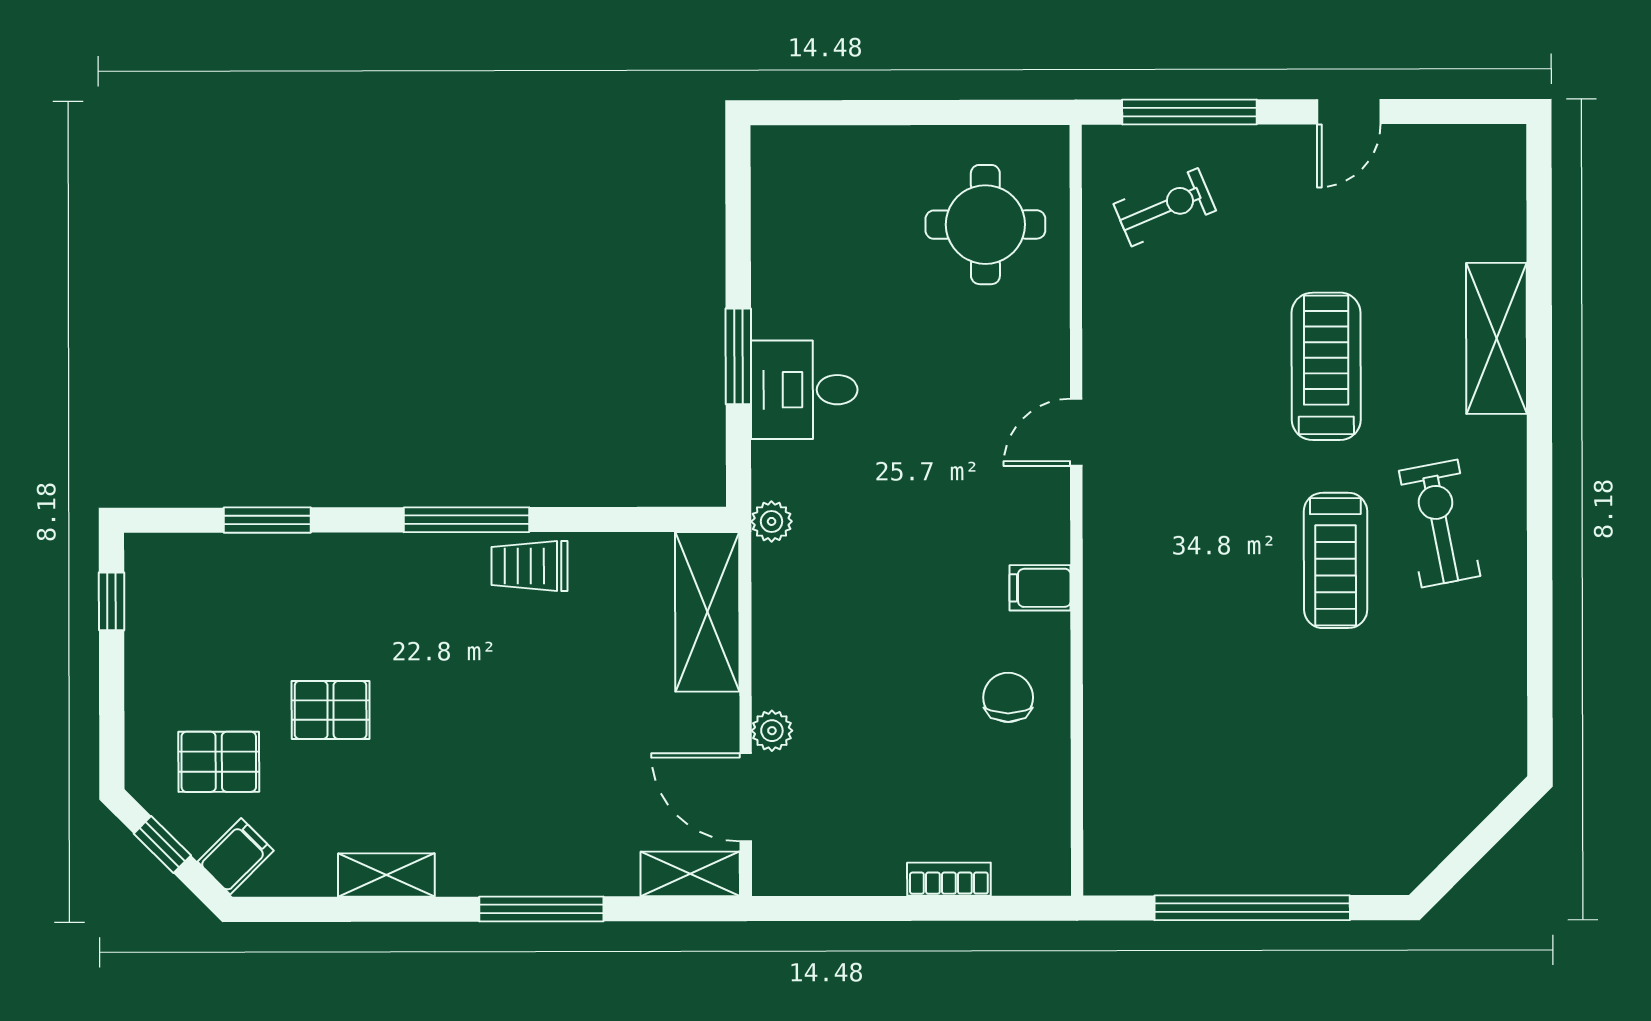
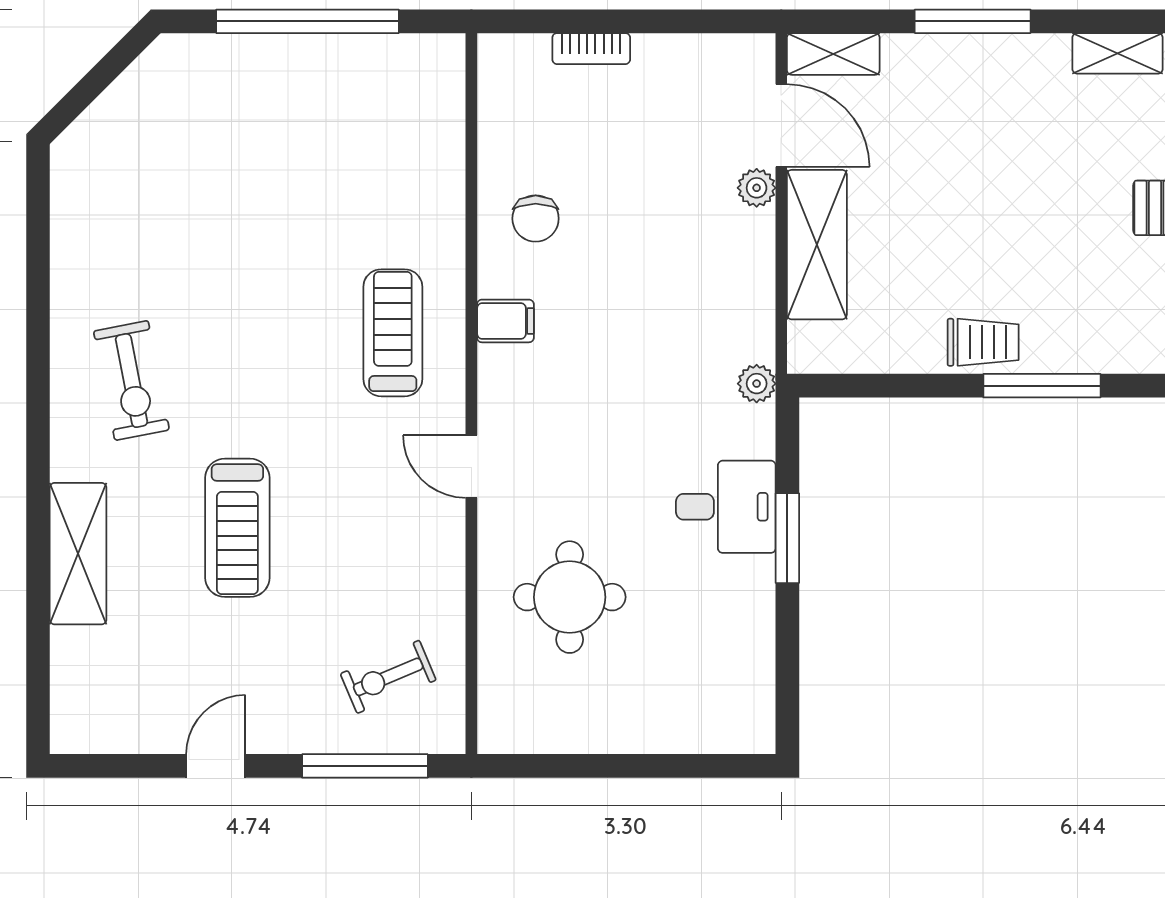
round table: (985, 225) -> (570, 597), moved
door: (1076, 432) -> (471, 466), swing flipped
treadmill: (1336, 560) -> (393, 333), moved
shelving: (707, 612) -> (817, 245), moved

